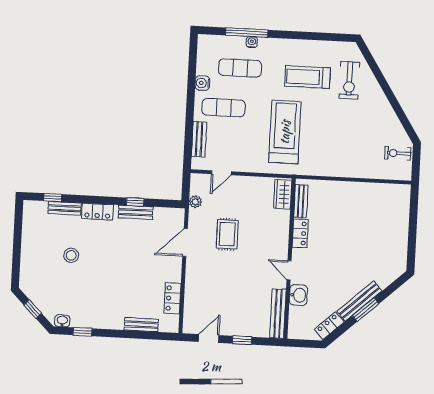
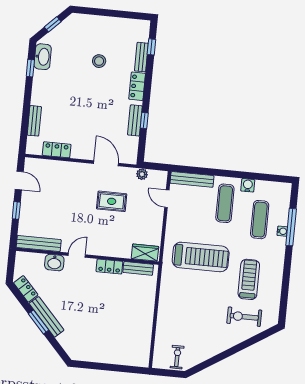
bench: (199, 139) -> (192, 179), width x1.36
washbasin: (62, 321) -> (43, 57), width x1.91, depth x1.45

